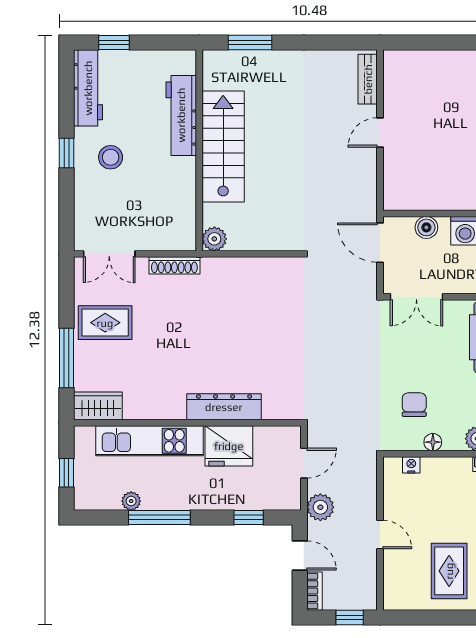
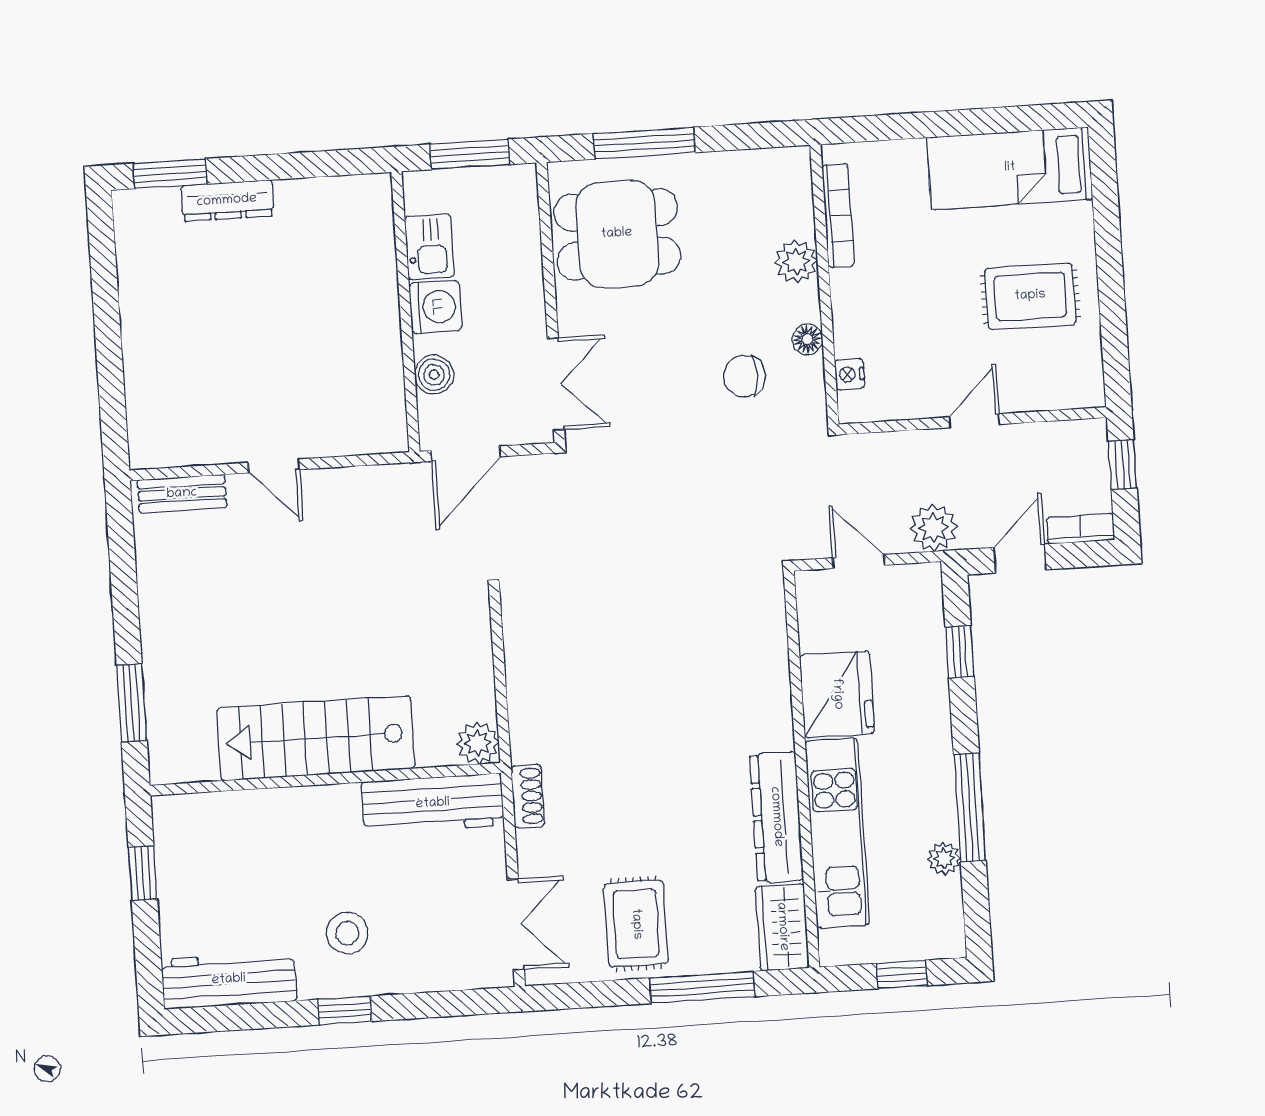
window: (114, 43) -> (143, 873), moved
workbench: (181, 115) -> (433, 804), moved
shoe rack: (174, 265) -> (528, 796), width x0.70
dresser: (224, 407) -> (776, 817), moved

